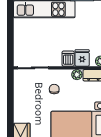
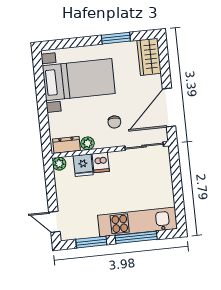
door: (10, 96) -> (169, 107), added

